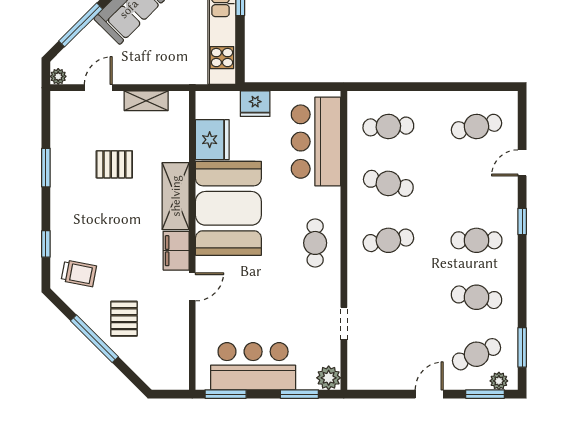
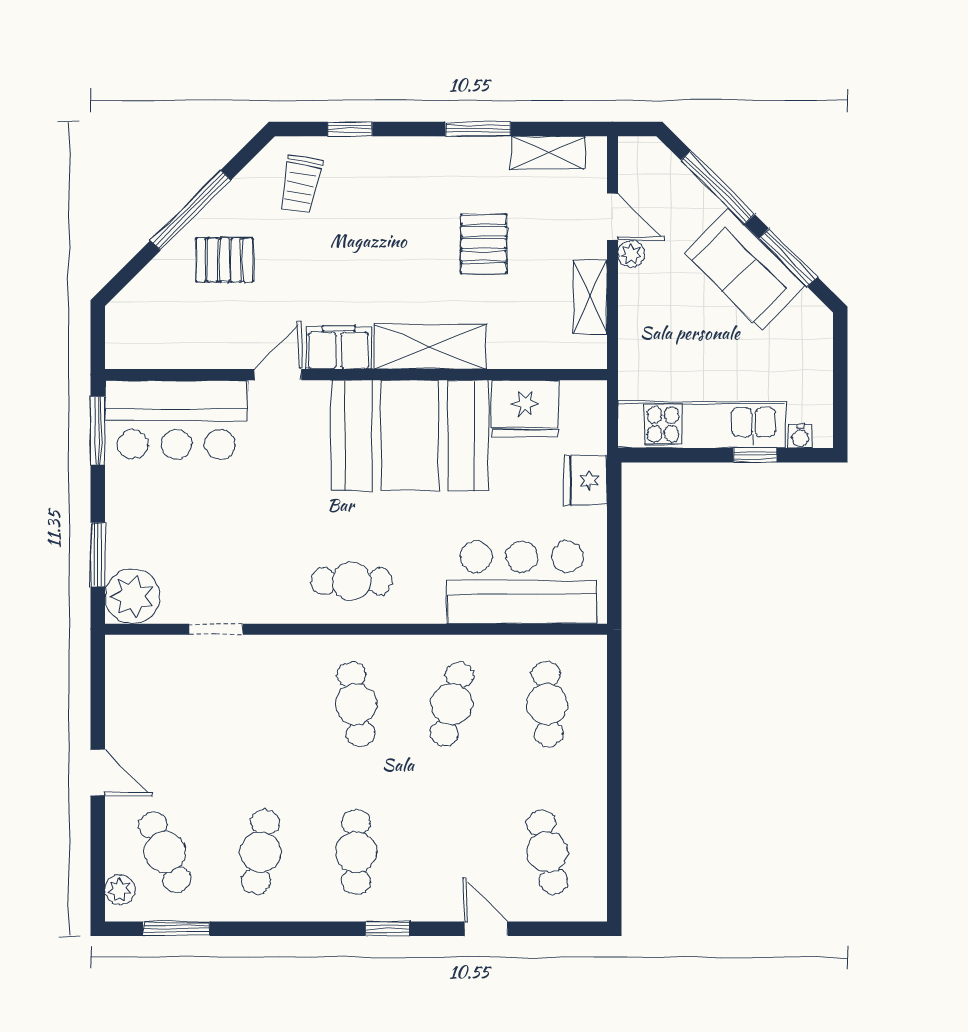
plant: (58, 76) -> (631, 254), moved
shelving: (60, 126) -> (548, 153), added
door: (192, 287) -> (278, 375), swing flipped
bar counter: (253, 366) -> (176, 420), moved, turned 90
plant: (329, 378) -> (132, 596), width x1.36, depth x1.36
window: (485, 394) -> (98, 866), removed

